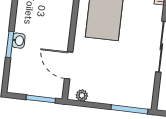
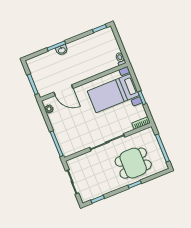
door: (69, 65) -> (63, 90), swing flipped

